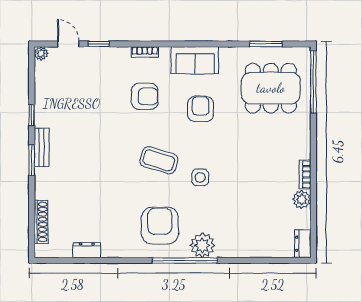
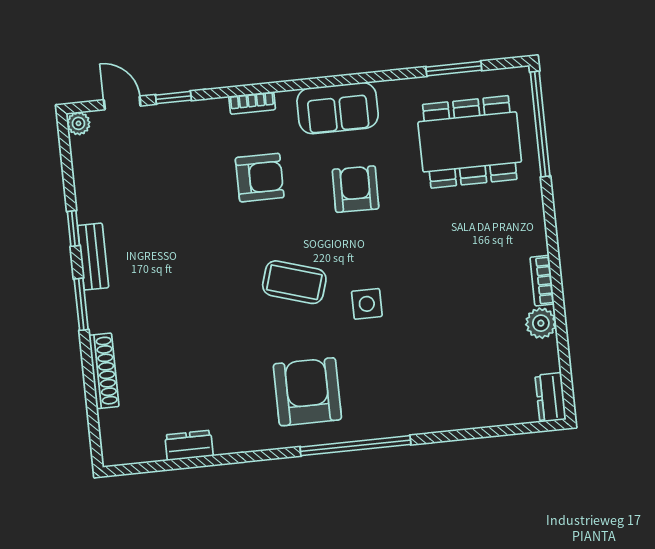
bench: (42, 147) -> (93, 257), moved
shoe rack: (41, 222) -> (104, 371), moved
plant: (202, 245) -> (382, 418), removed

